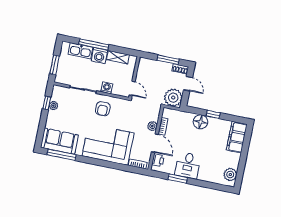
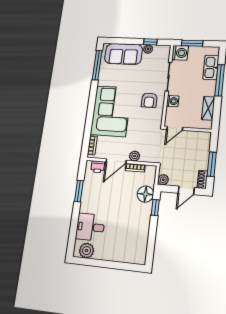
washing machine: (99, 56) -> (180, 53), moved, turned 180
plant: (173, 98) -> (163, 180), width x0.53, depth x0.53
armchair: (103, 109) -> (149, 100), turned -90
window: (213, 114) -> (155, 207), moved
floor lamp: (200, 122) -> (145, 194), moved
filing cabinet: (237, 137) -> (129, 254), removed
sofa: (59, 141) -> (123, 54), moved, turned 90
desk: (188, 165) -> (90, 227), moved

